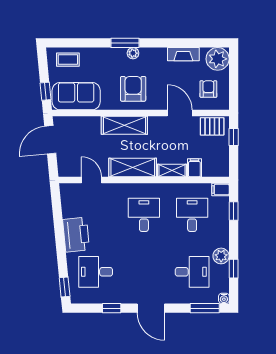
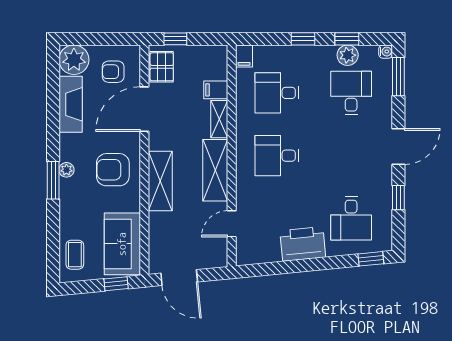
fireplace: (183, 54) -> (71, 104), width x1.37, depth x1.32
door: (180, 113) -> (144, 109), width x1.36
window: (234, 211) -> (303, 39), moved
plant: (221, 256) -> (348, 55), moved

